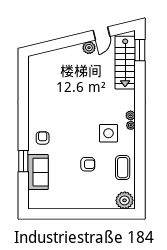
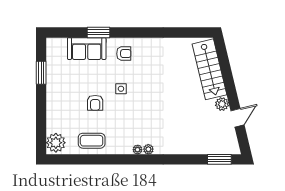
door: (102, 33) -> (237, 118), swing flipped
stairs: (125, 63) -> (209, 69), moved, turned -104
side table: (108, 133) -> (121, 89), moved, width x0.54, depth x0.54
window: (60, 214) -> (41, 73), added

